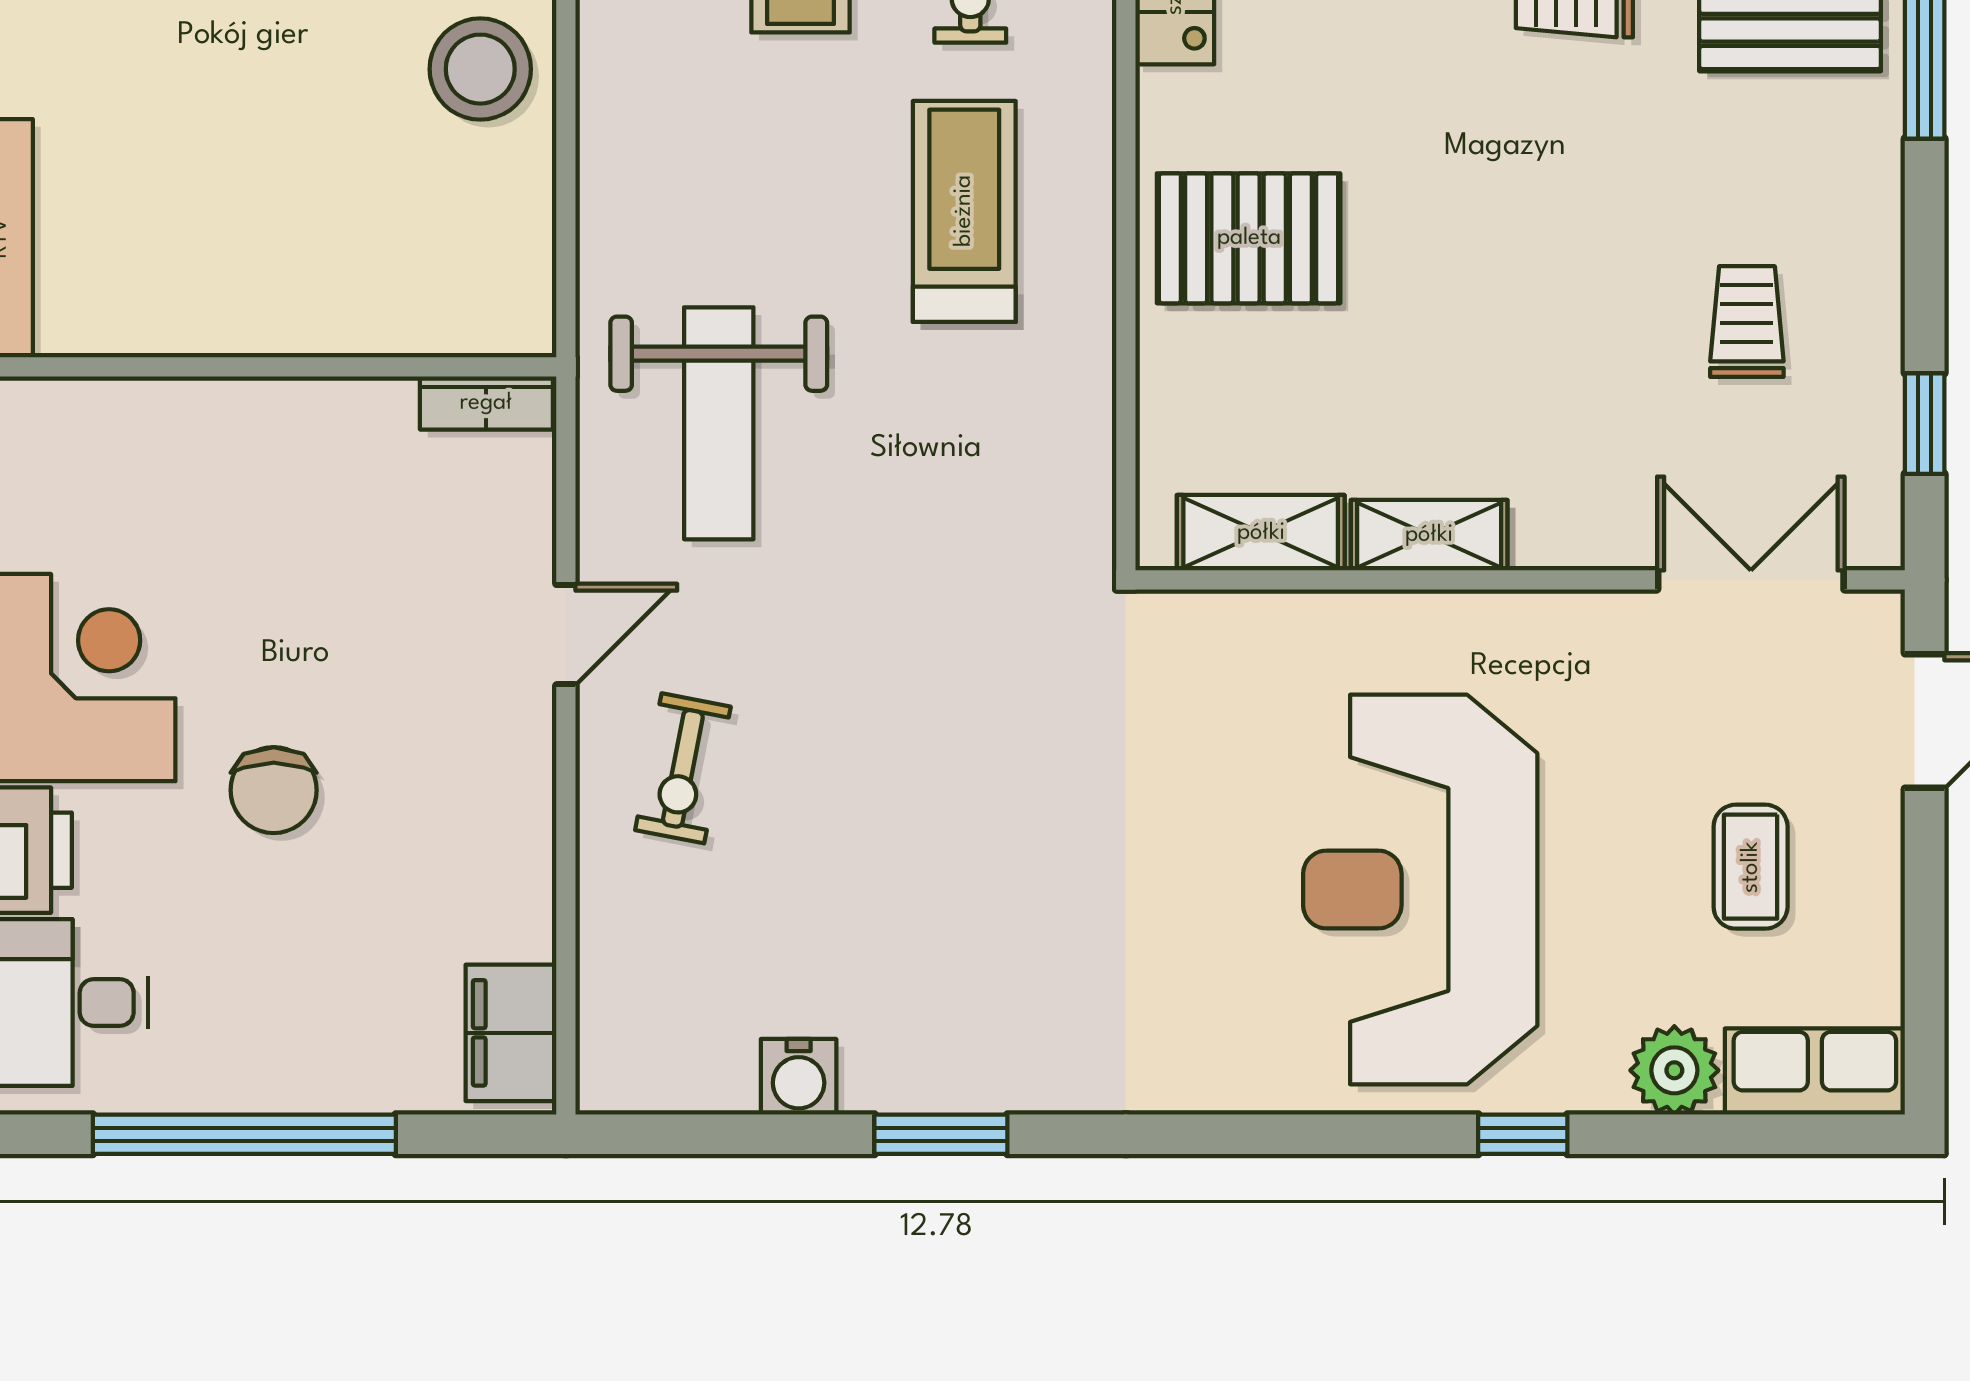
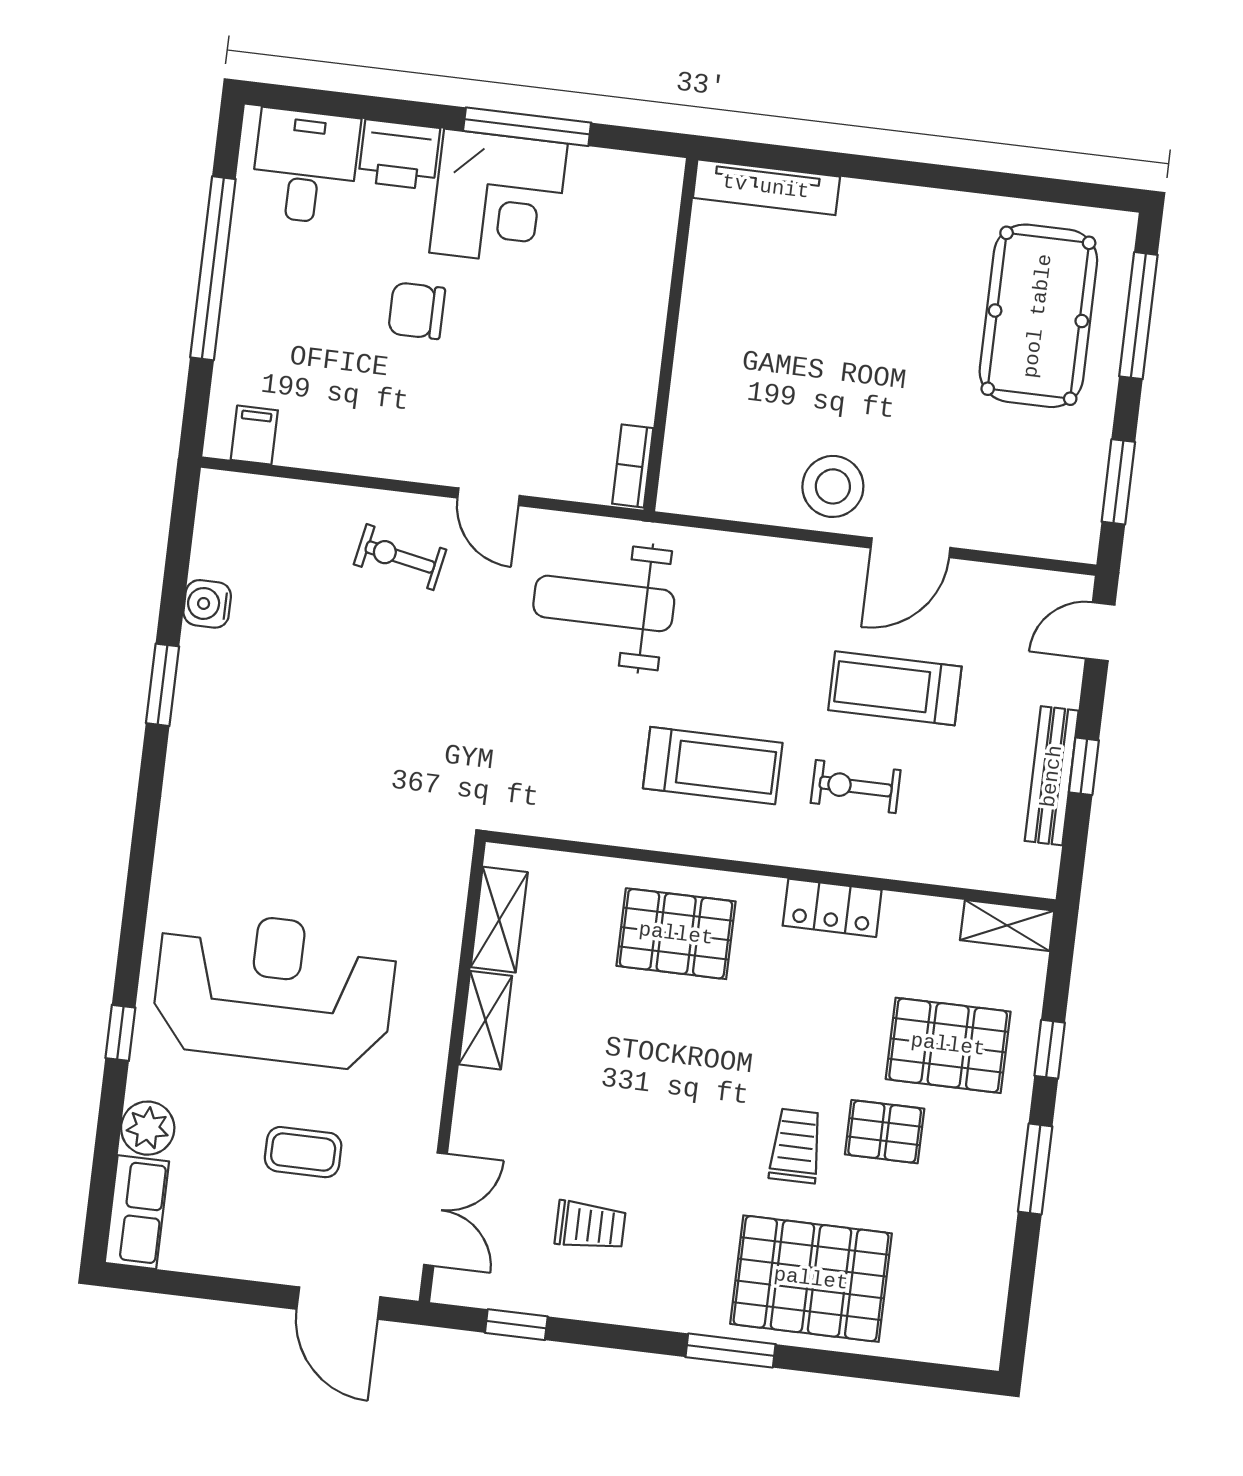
pallet: (1249, 238) -> (676, 934), turned 90
coffee table: (1751, 867) -> (303, 1152), moved
filing cabinet: (511, 1033) -> (254, 435), width x0.50

